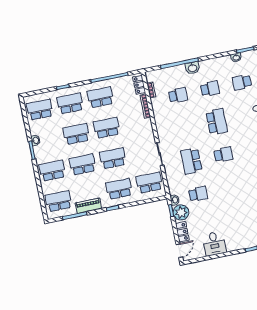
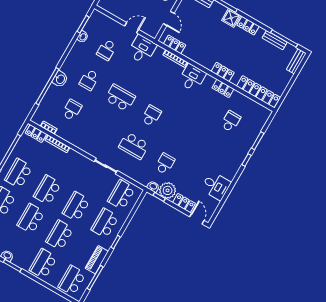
school desk: (210, 89) -> (89, 80), turned 180

